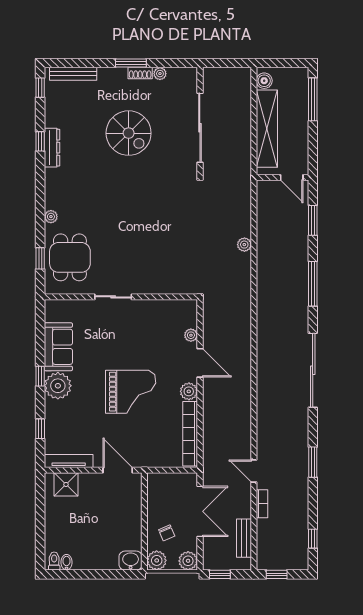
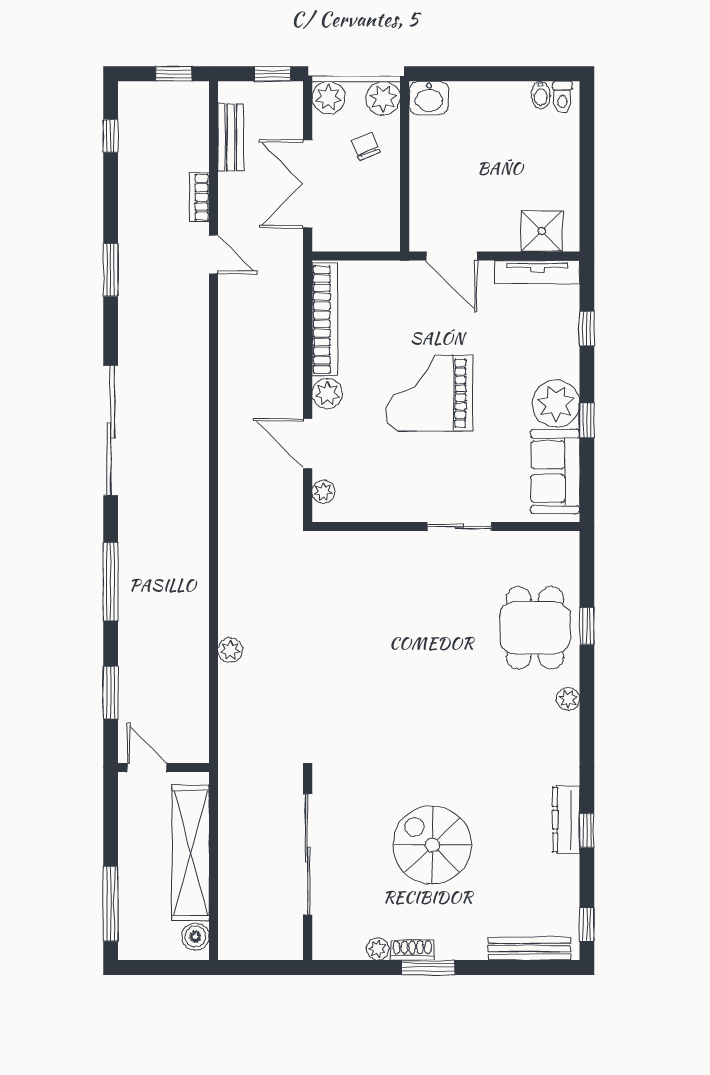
sliding door: (113, 297) -> (459, 527), moved
wall: (121, 297) -> (446, 527), moved

